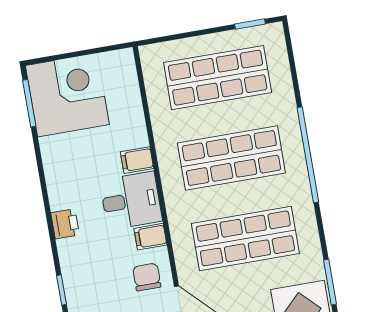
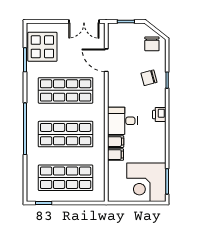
filing cabinet: (150, 237) -> (115, 155), moved
chair: (147, 277) -> (149, 78), moved, turned 75

